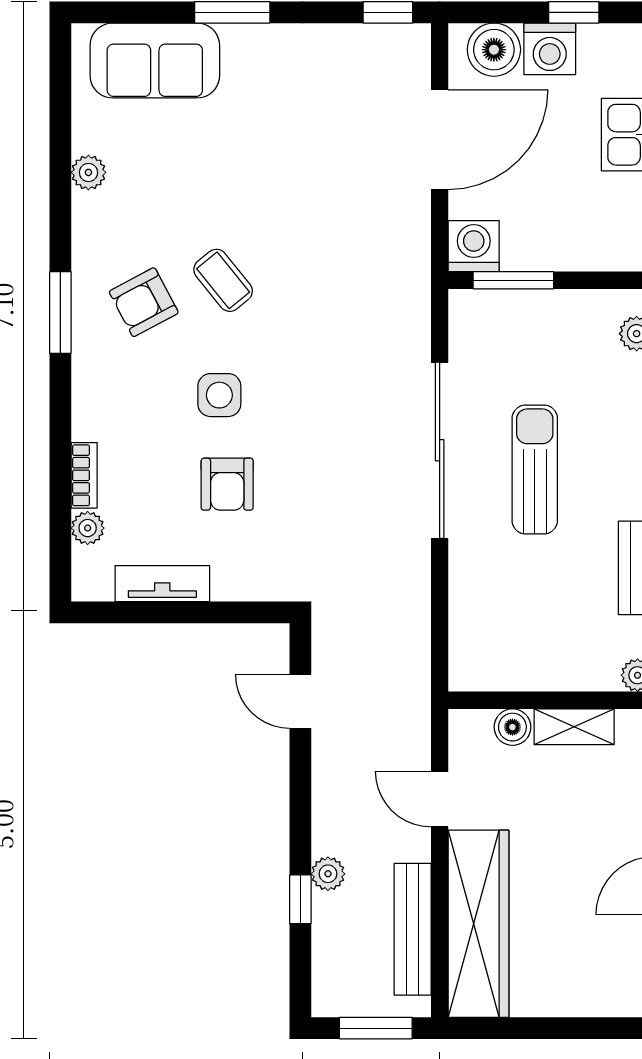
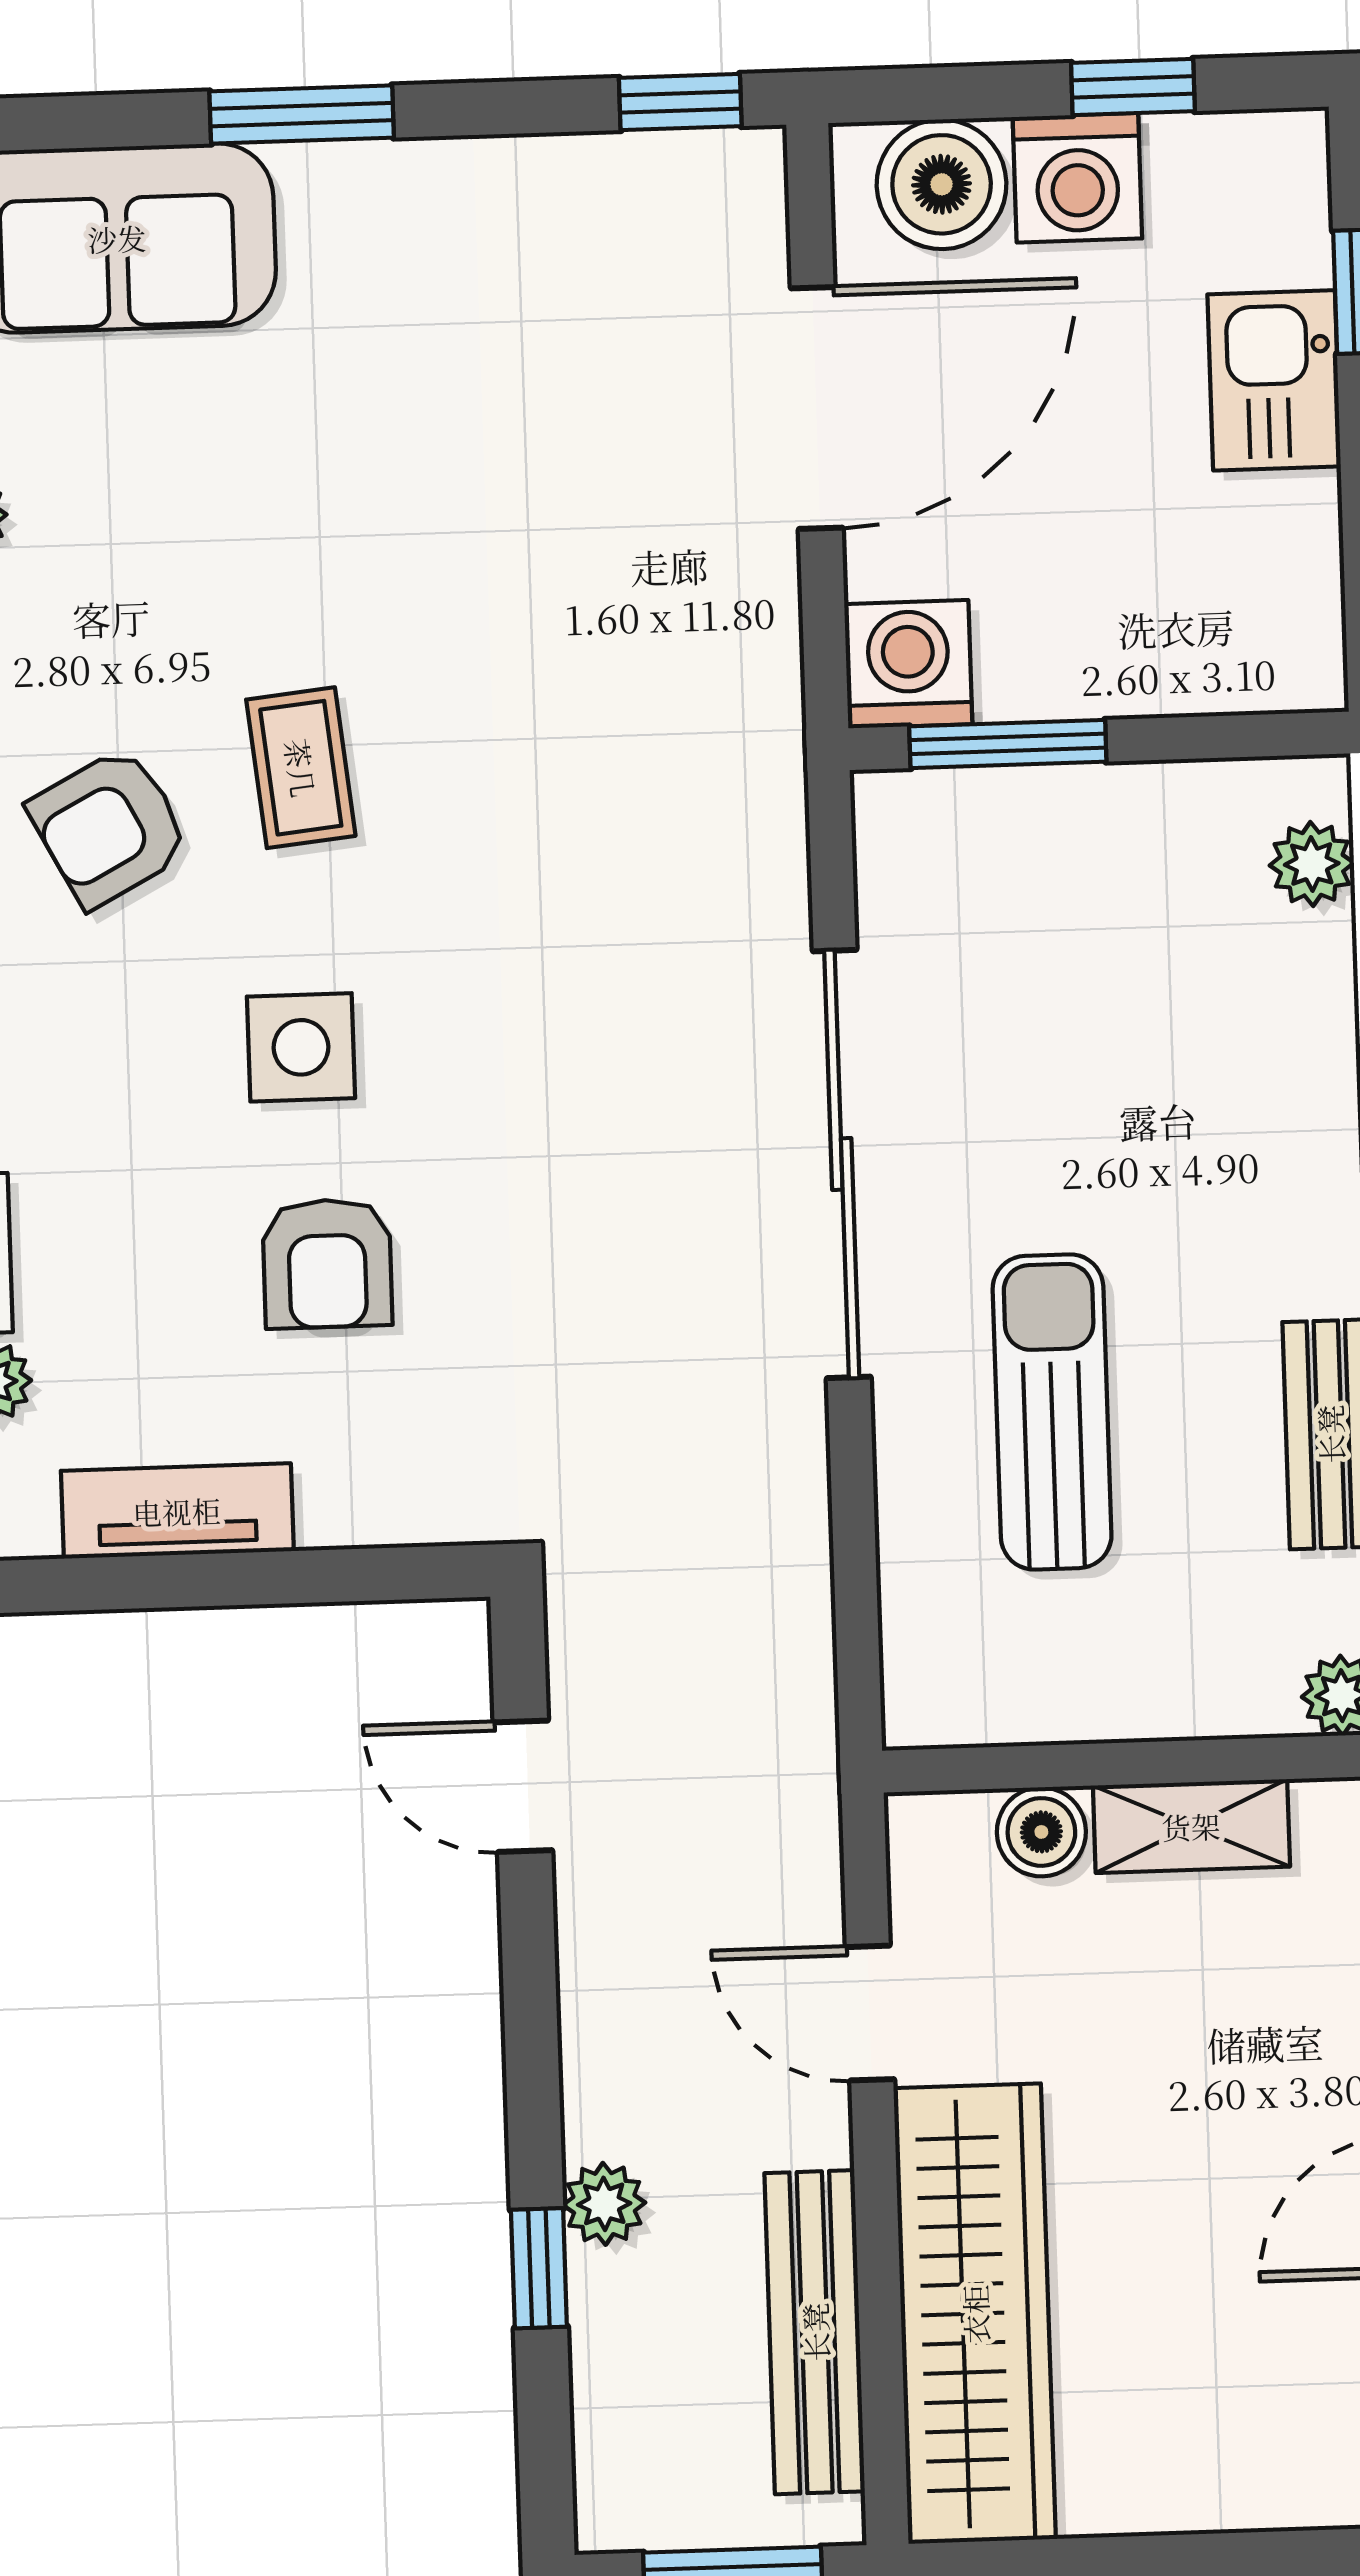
coffee table: (223, 280) -> (301, 768), turned 33
sun lounger: (535, 469) -> (1052, 1412), moved

